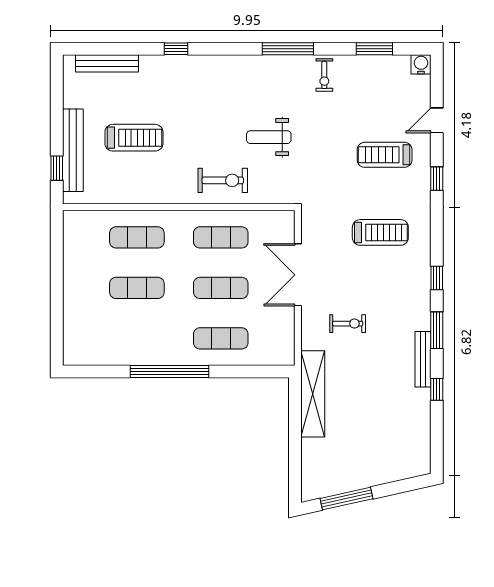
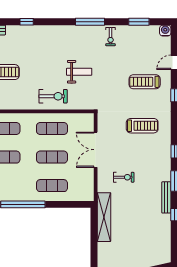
weight bench: (269, 137) -> (79, 72), turned 180

